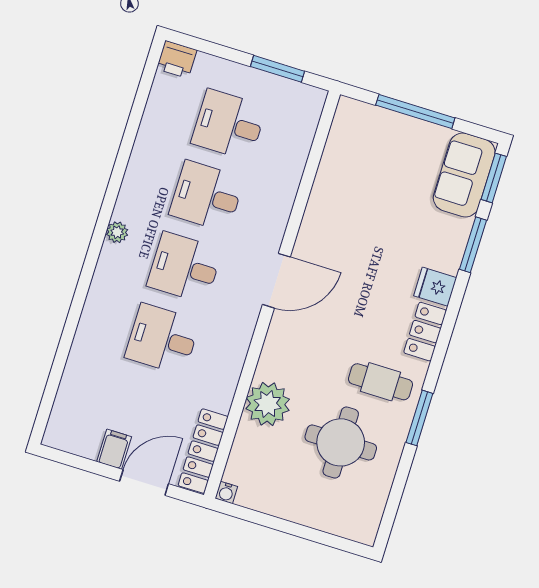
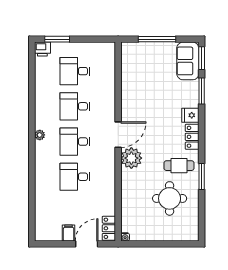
window: (277, 69) -> (57, 39), moved
plant: (268, 404) -> (131, 158), moved
locker: (203, 451) -> (109, 228), width x0.66

